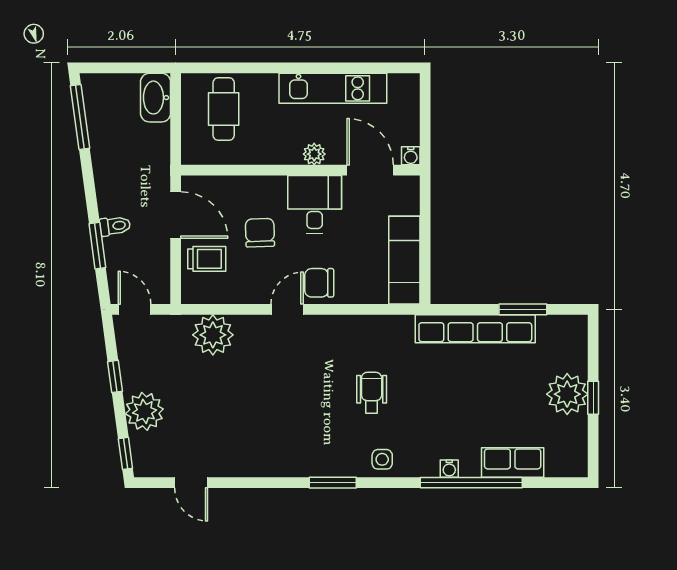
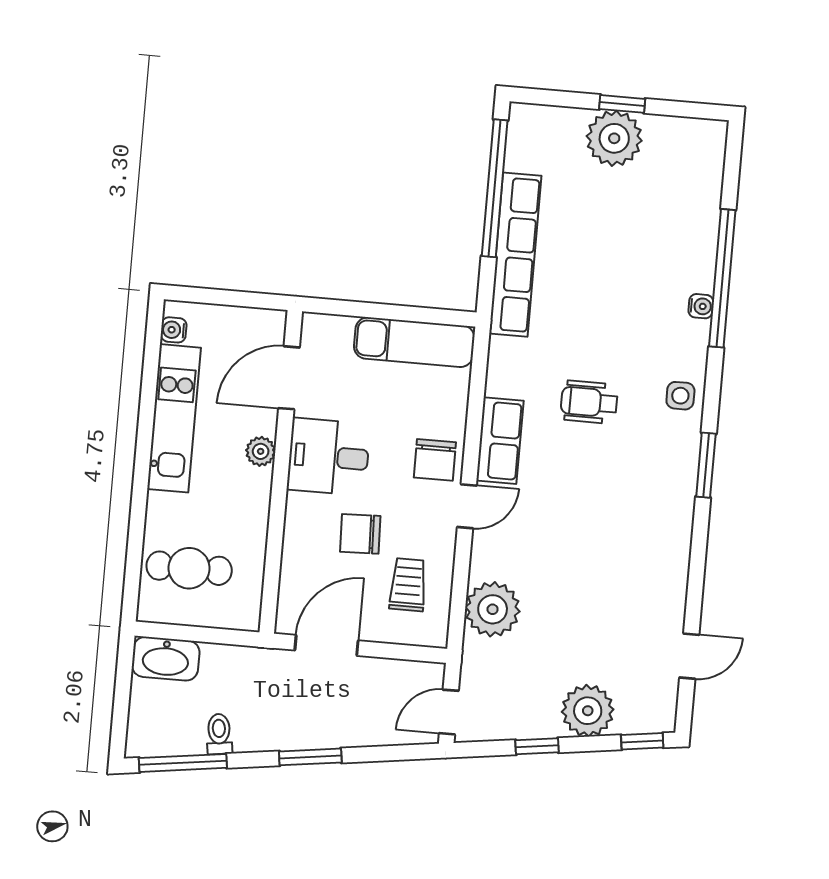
water cooler: (411, 156) -> (174, 330), moved, turned 180
toilet: (115, 226) -> (219, 734), moved
window: (97, 246) -> (310, 757), moved
trolley: (207, 259) -> (408, 585), moved
door: (287, 309) -> (467, 506), swing flipped
window: (523, 309) -> (495, 188), width x2.11
row of seats: (513, 463) -> (500, 441), moved, turned 180

